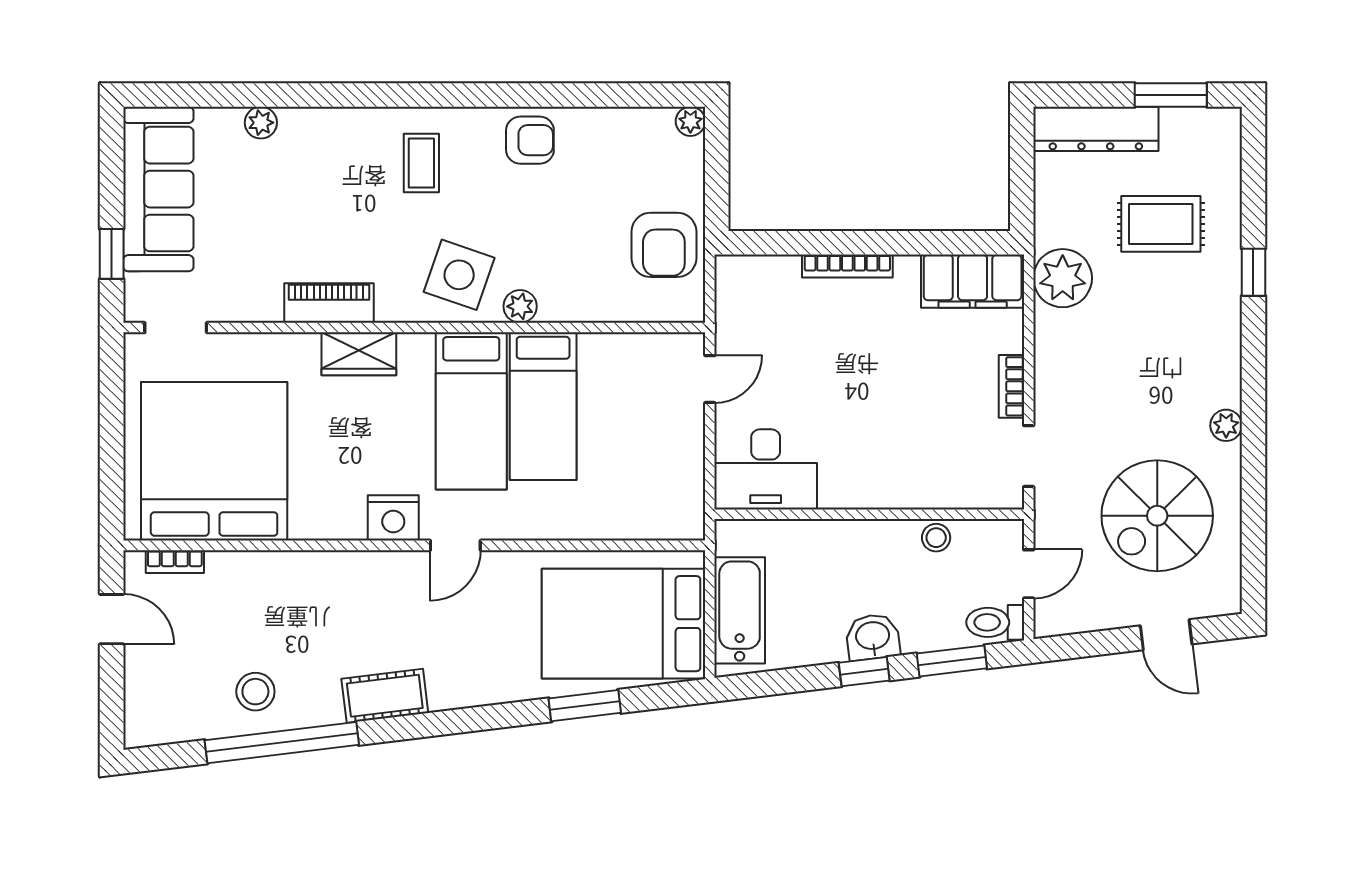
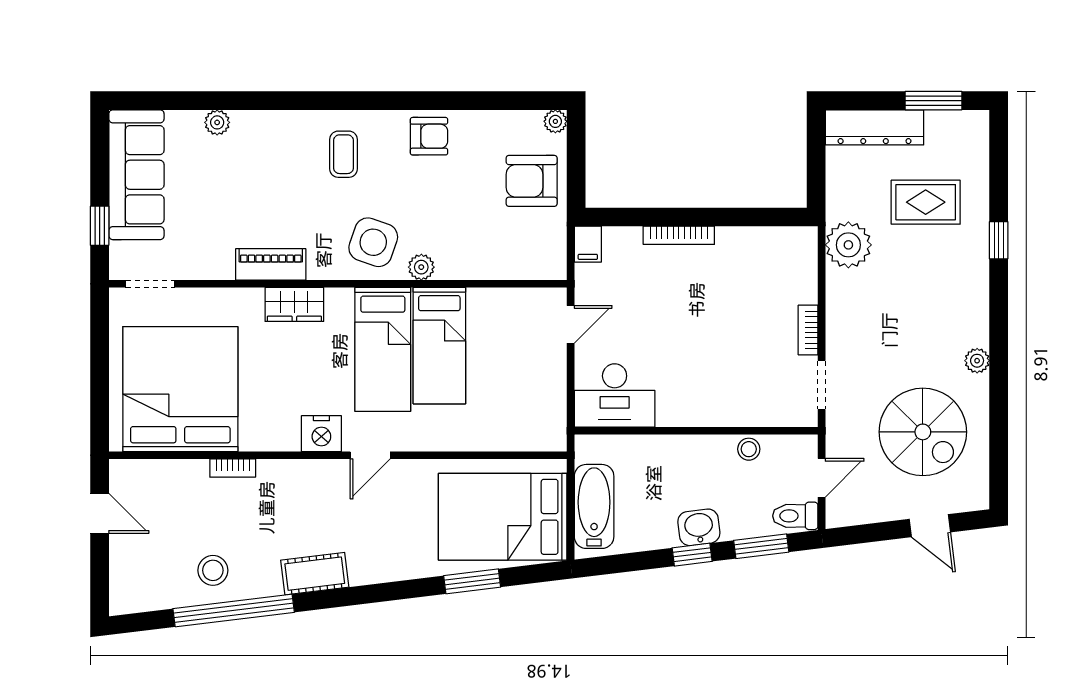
armchair: (664, 245) -> (532, 181), moved, turned 90
filing cabinet: (973, 281) -> (588, 244), moved, width x0.33, depth x0.86
spiral stairs: (1157, 516) -> (923, 432), turned -90
bookcase: (175, 562) -> (233, 468), moved

